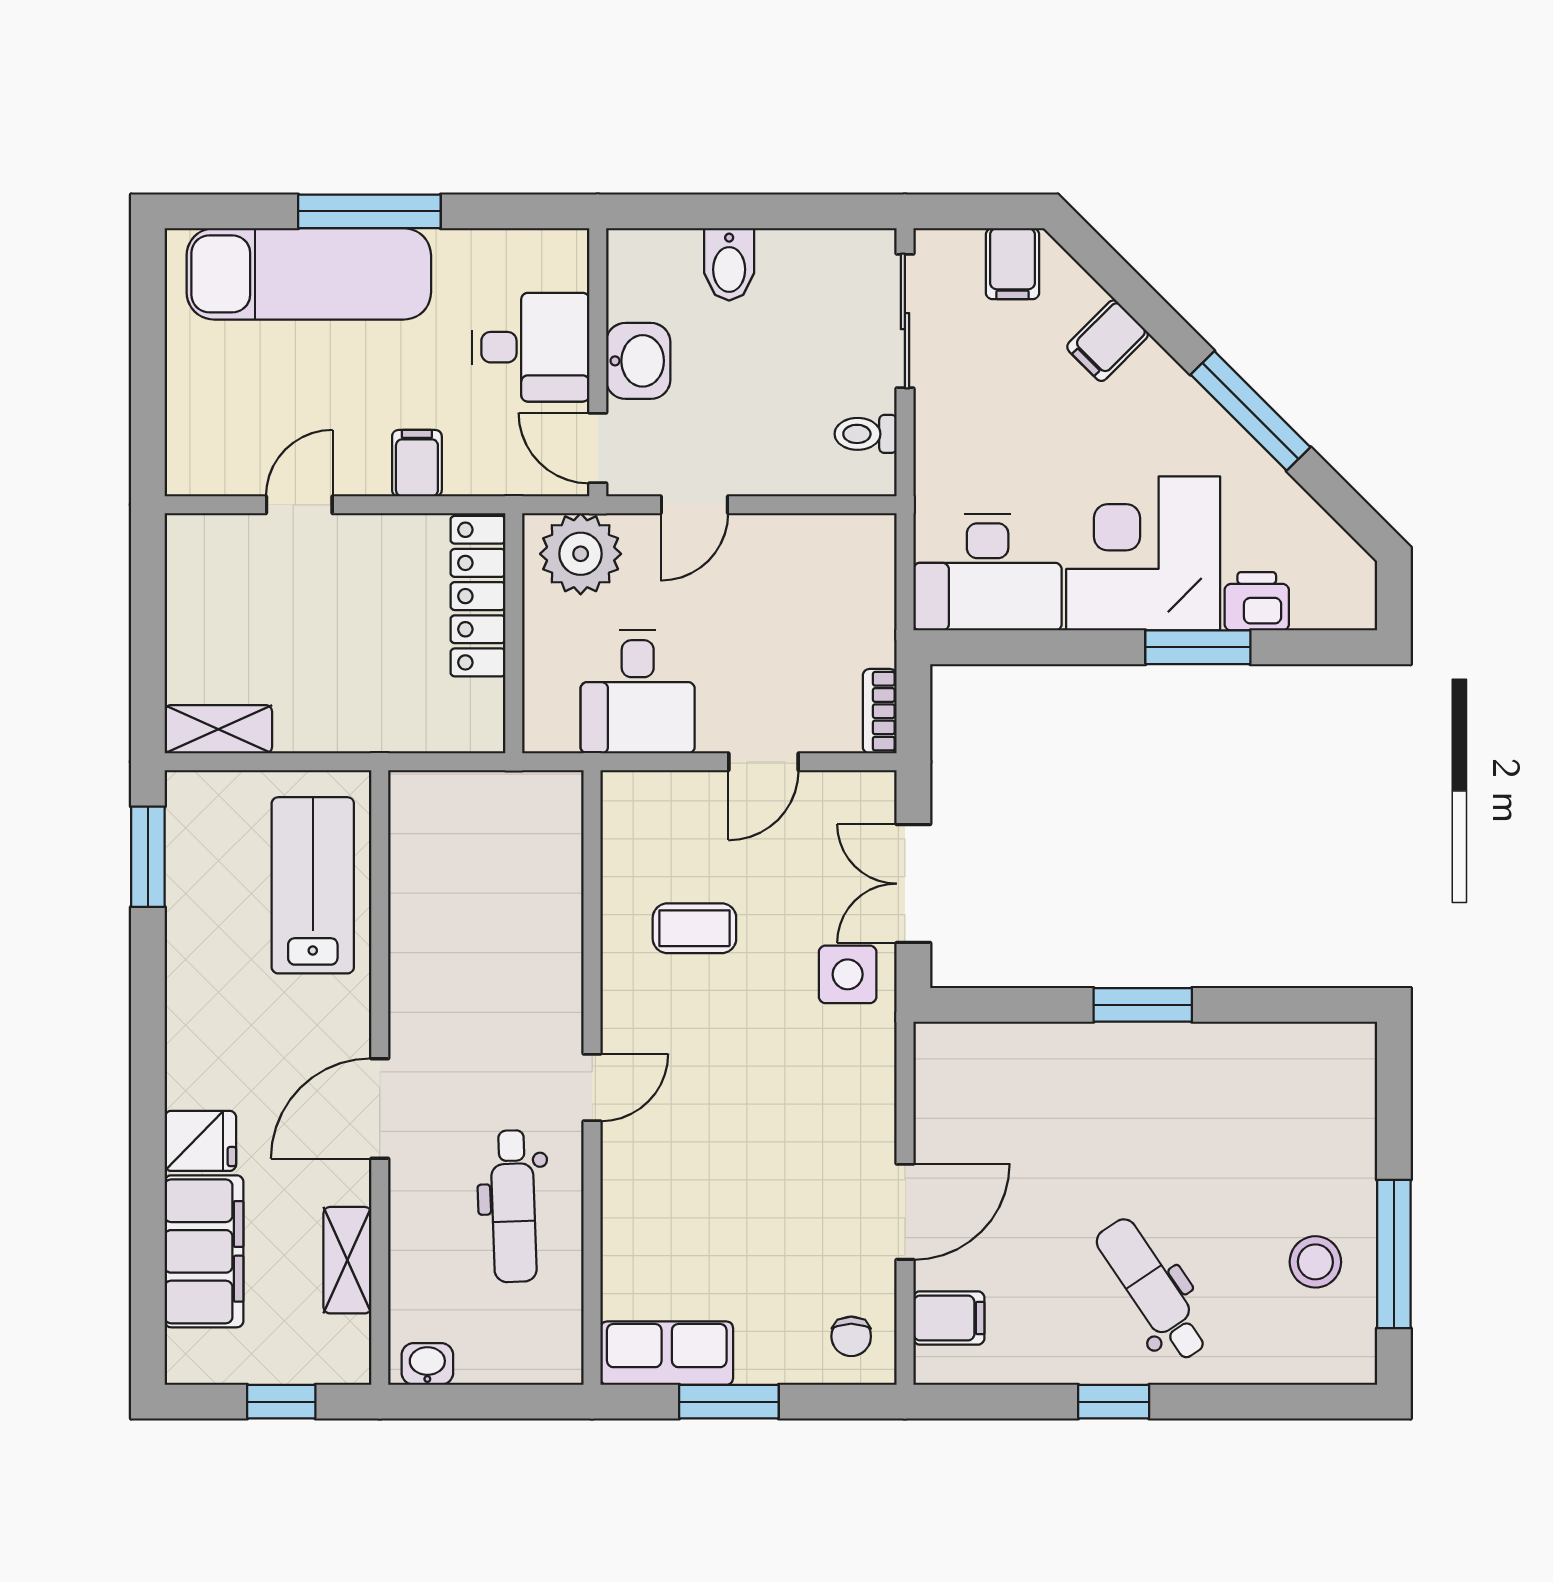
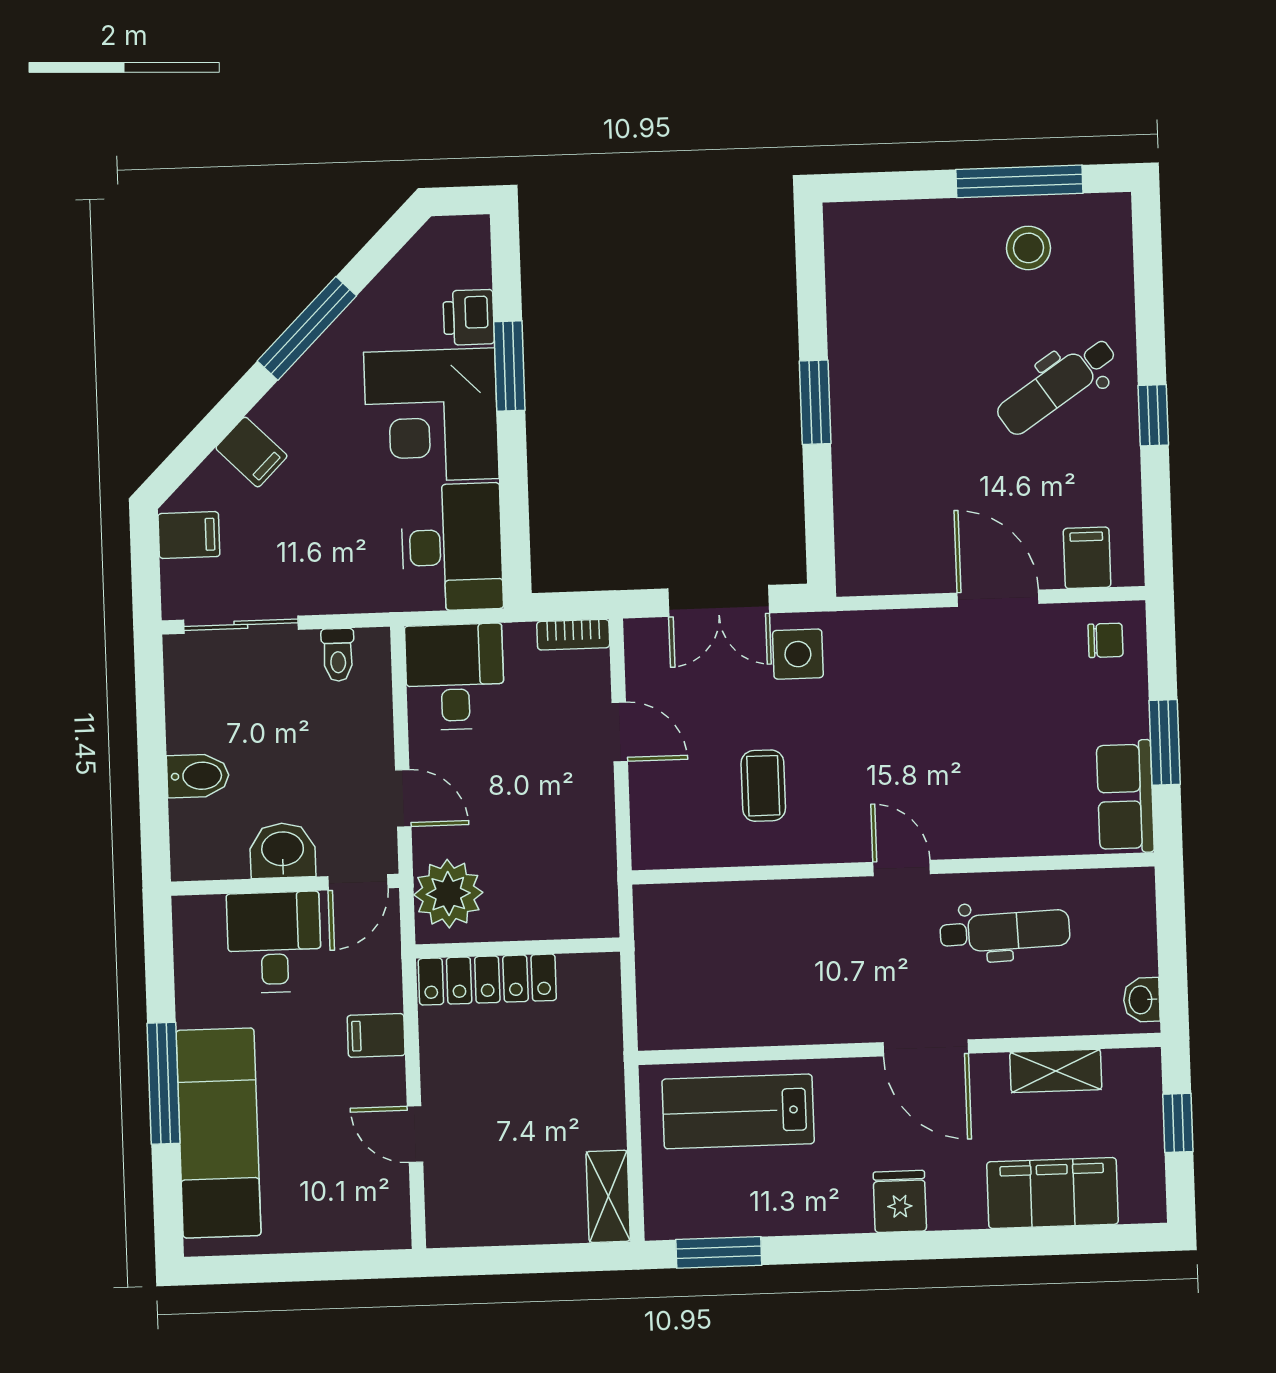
desk: (638, 692) -> (455, 677), moved, turned -90
fridge: (200, 1141) -> (900, 1201), moved

